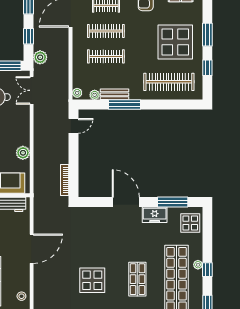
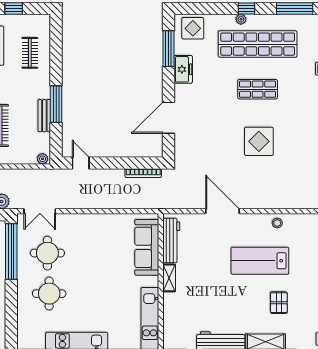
clothes rail: (169, 82) -> (30, 53), width x0.54, depth x0.76
plant: (95, 95) -> (45, 139), removed
plant: (23, 153) -> (112, 221), removed
door: (126, 202) -> (168, 118), moved

